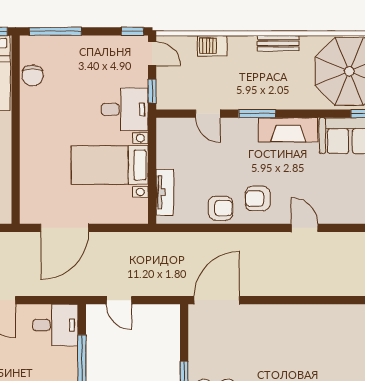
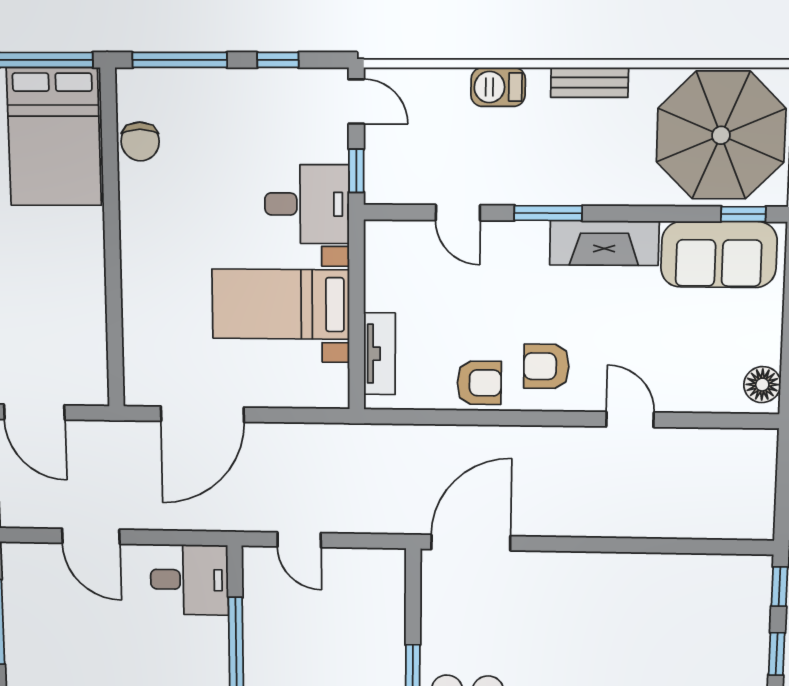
window: (132, 31) -> (278, 60), moved
barbecue: (212, 46) -> (498, 87), moved

